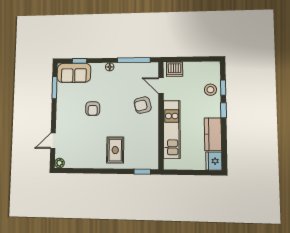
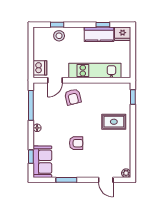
window: (55, 88) -> (66, 180), moved
window: (224, 110) -> (103, 25), moved

